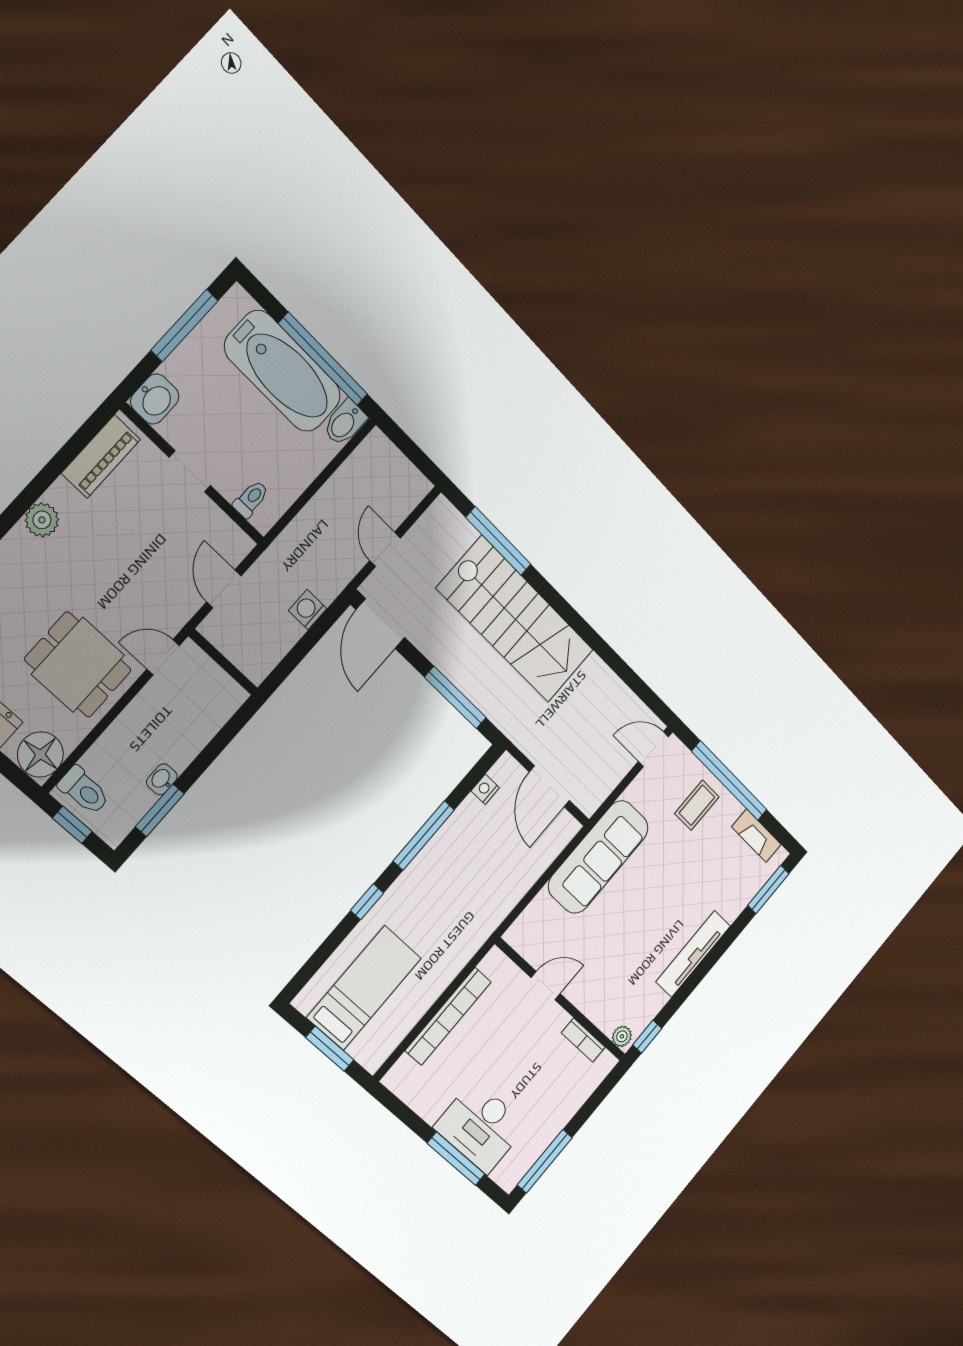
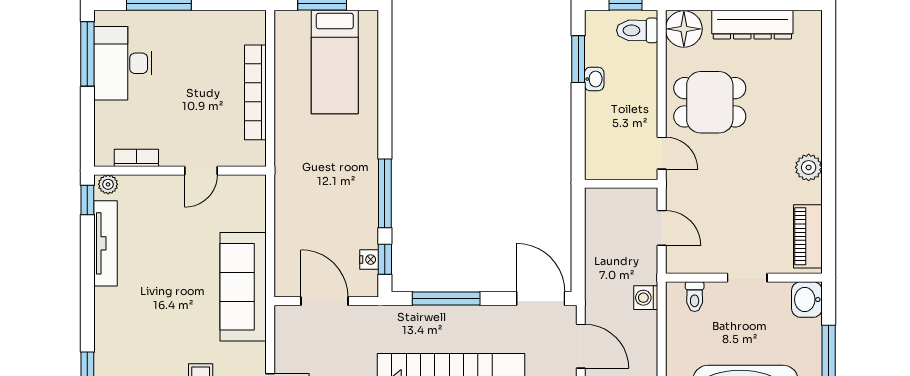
door: (385, 549) -> (581, 346), width x1.38
washing machine: (308, 610) -> (646, 298), moved, turned 180
door: (163, 657) -> (662, 153), hinge flipped
window: (367, 902) -> (385, 259), moved
tv unit: (693, 954) -> (106, 243), moved
desk: (481, 1127) -> (123, 63), moved, turned -90

